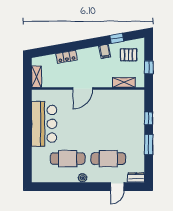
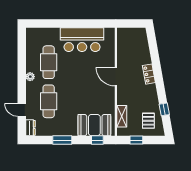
filing cabinet: (105, 51) -> (152, 98), removed
locker: (66, 57) -> (149, 74), moved
shelving: (36, 77) -> (127, 32), removed
booth: (133, 111) -> (94, 125), added
window: (149, 118) -> (97, 140), moved

